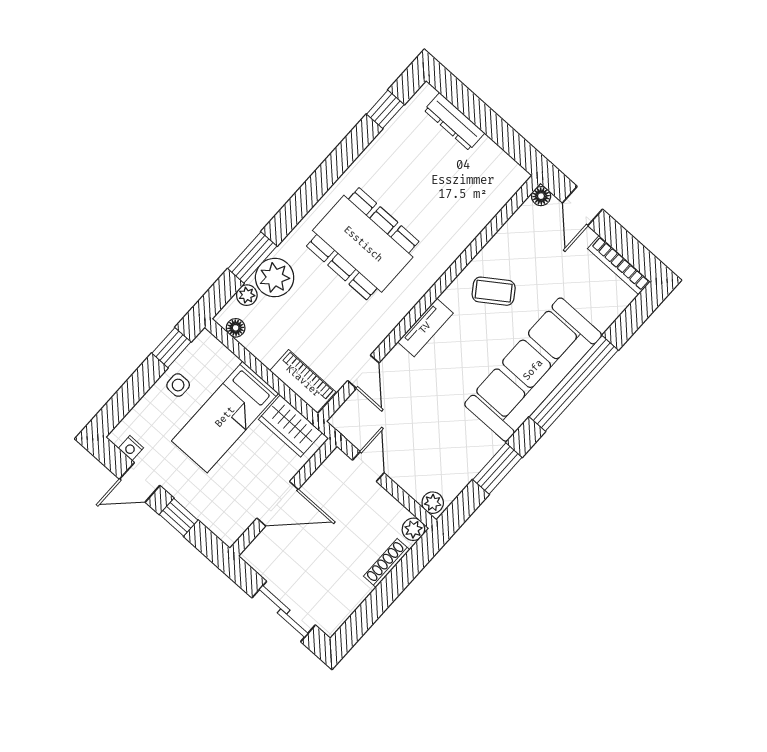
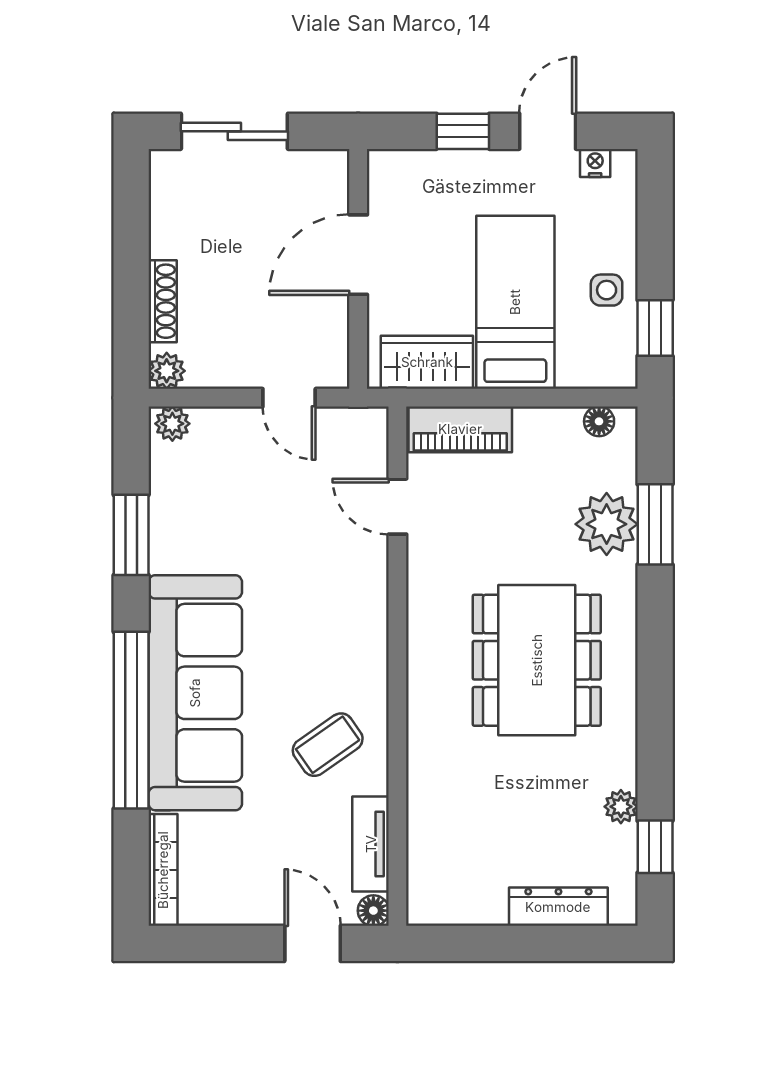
dining table: (363, 244) -> (537, 660), turned 90
bookcase: (619, 265) -> (163, 870), moved, turned 90
plant: (247, 295) -> (621, 807), moved
tv unit: (425, 328) -> (371, 844), moved

